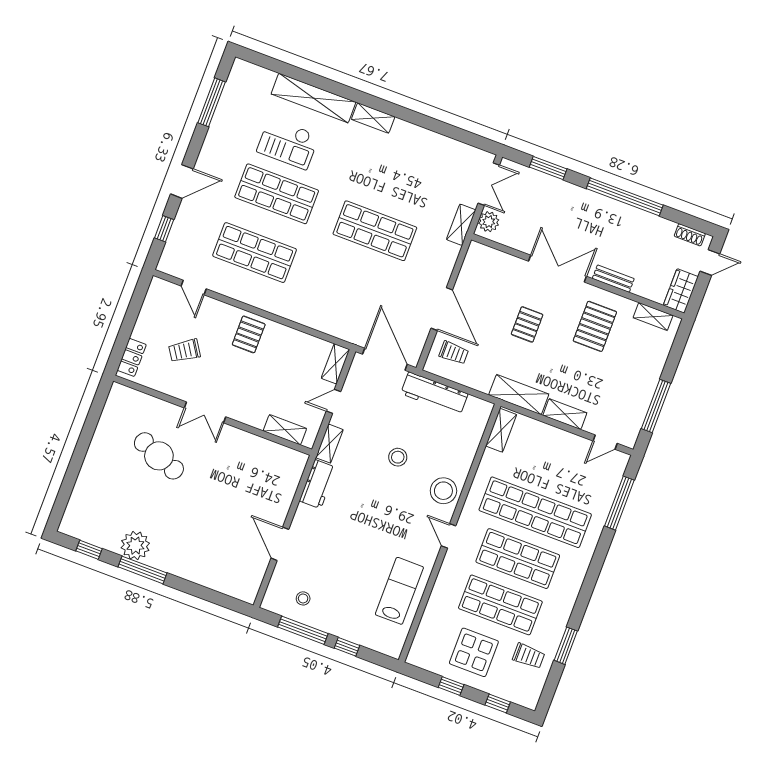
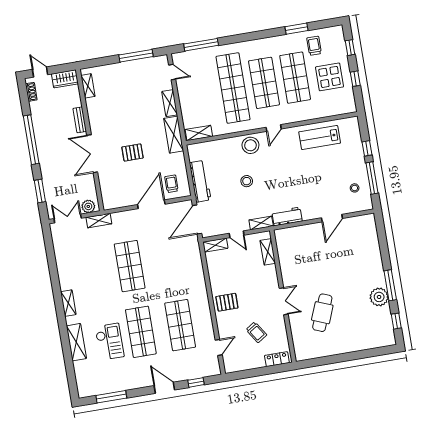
shelving: (314, 98) -> (76, 342), width x0.68
pallet: (595, 326) -> (112, 115), removed

